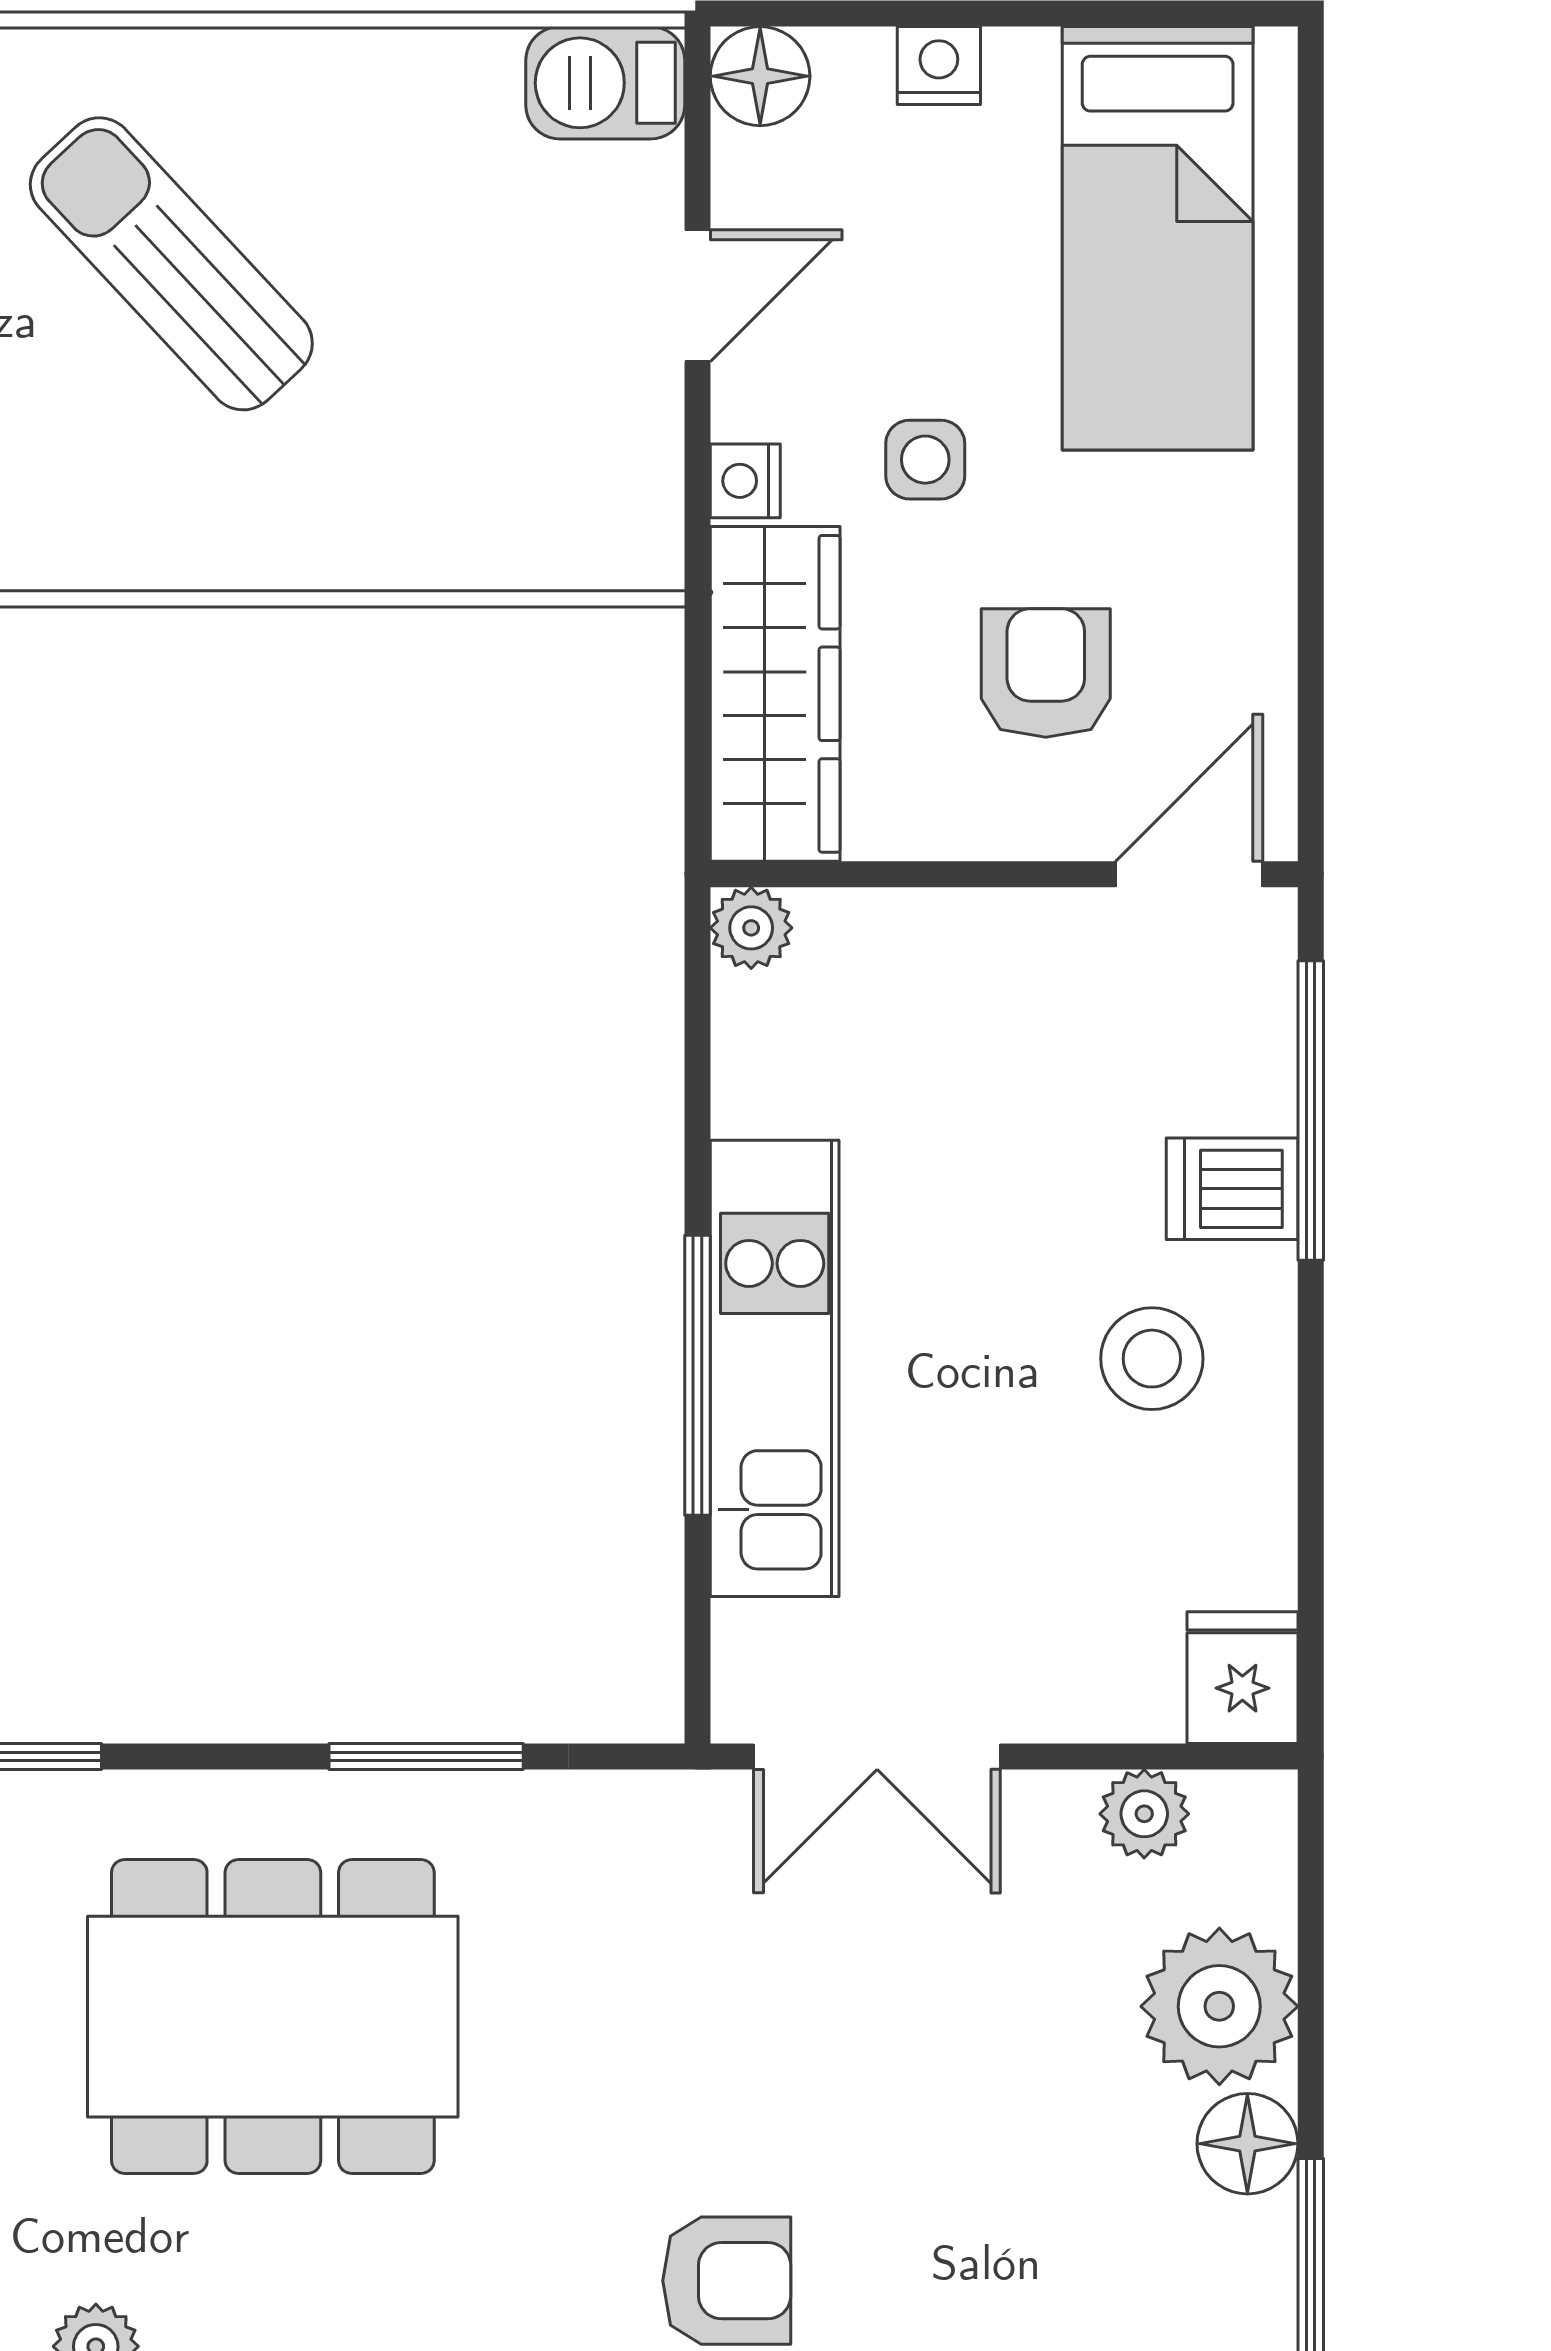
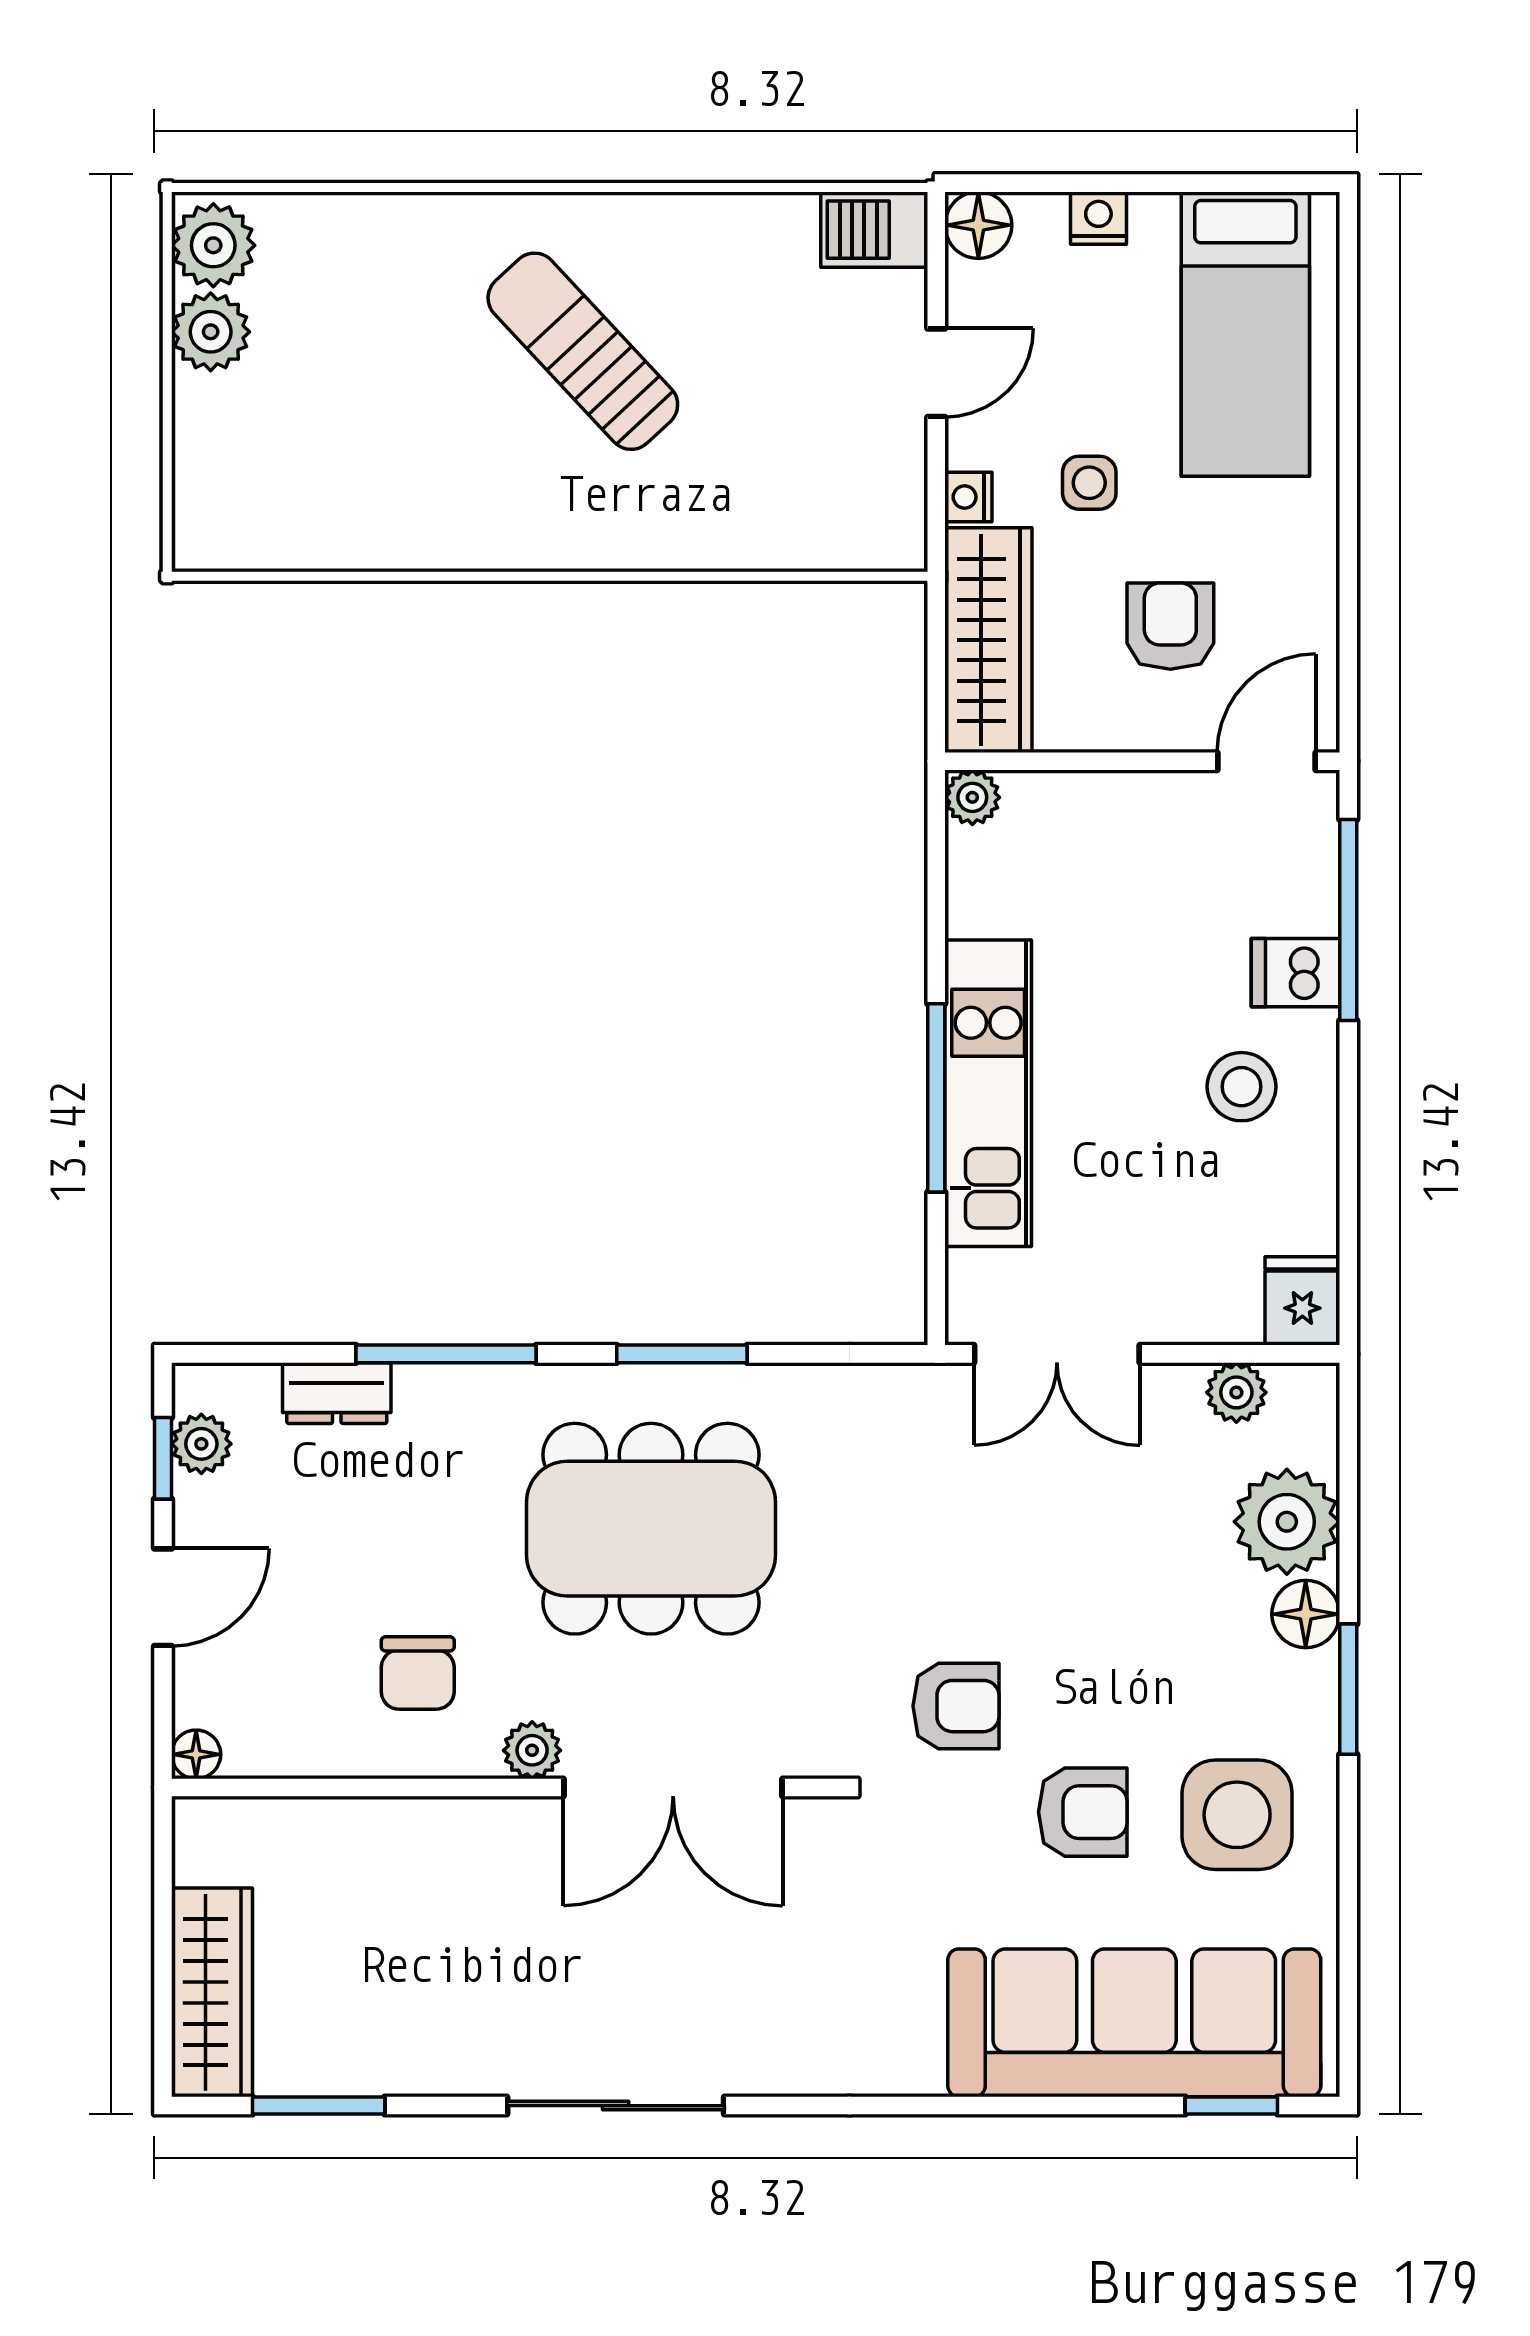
window: (426, 1756) -> (682, 1354), moved

